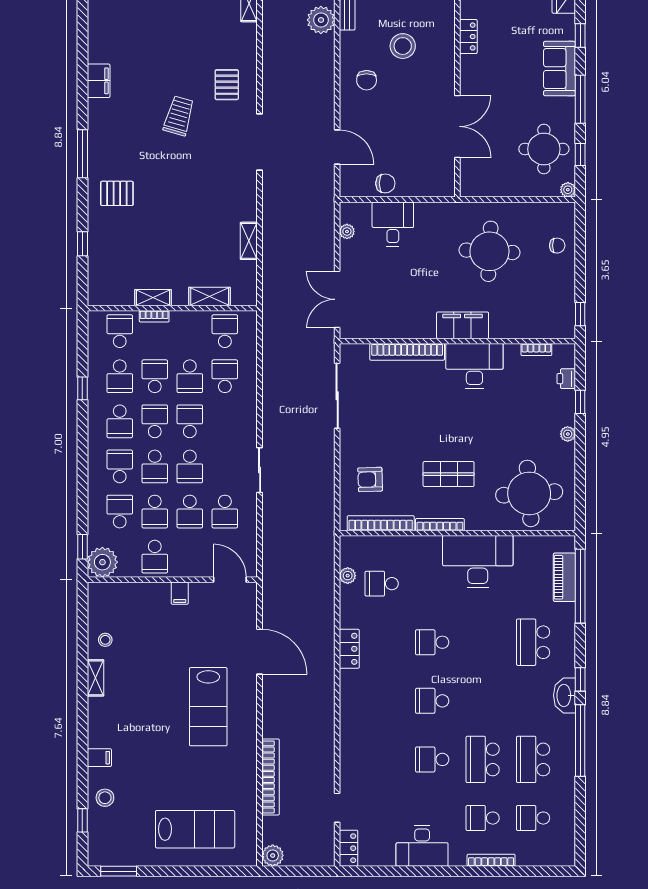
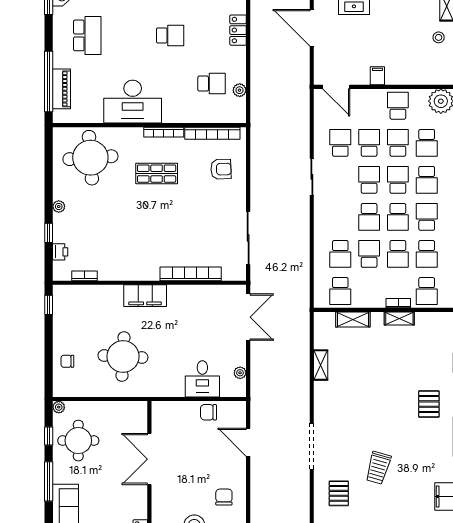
pallet: (117, 193) -> (429, 404), turned 90
desk: (474, 366) -> (135, 262), removed
school desk: (120, 376) -> (427, 254), turned 180

